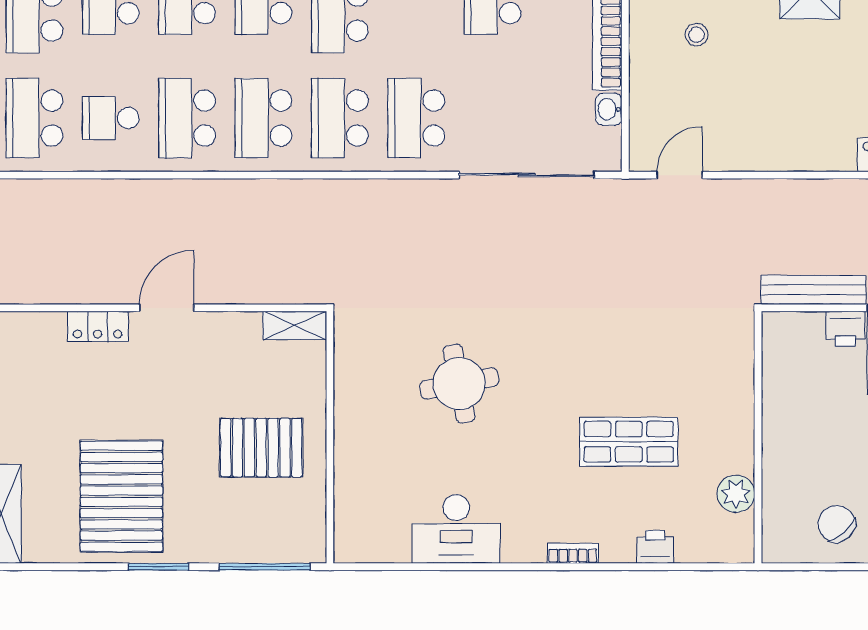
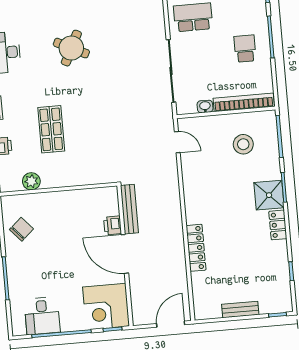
stool: (696, 35) -> (243, 144), width x1.89, depth x1.89
round table: (459, 383) -> (71, 48), turned 37

